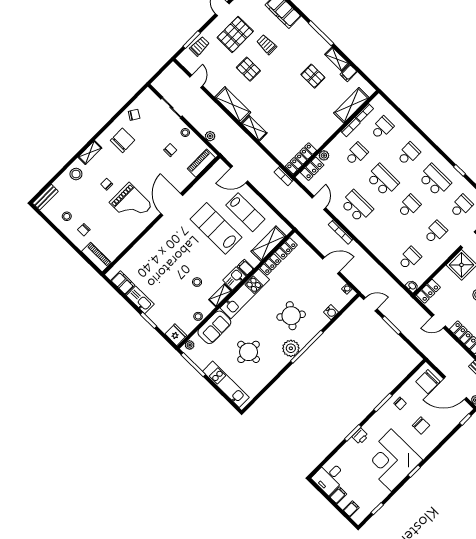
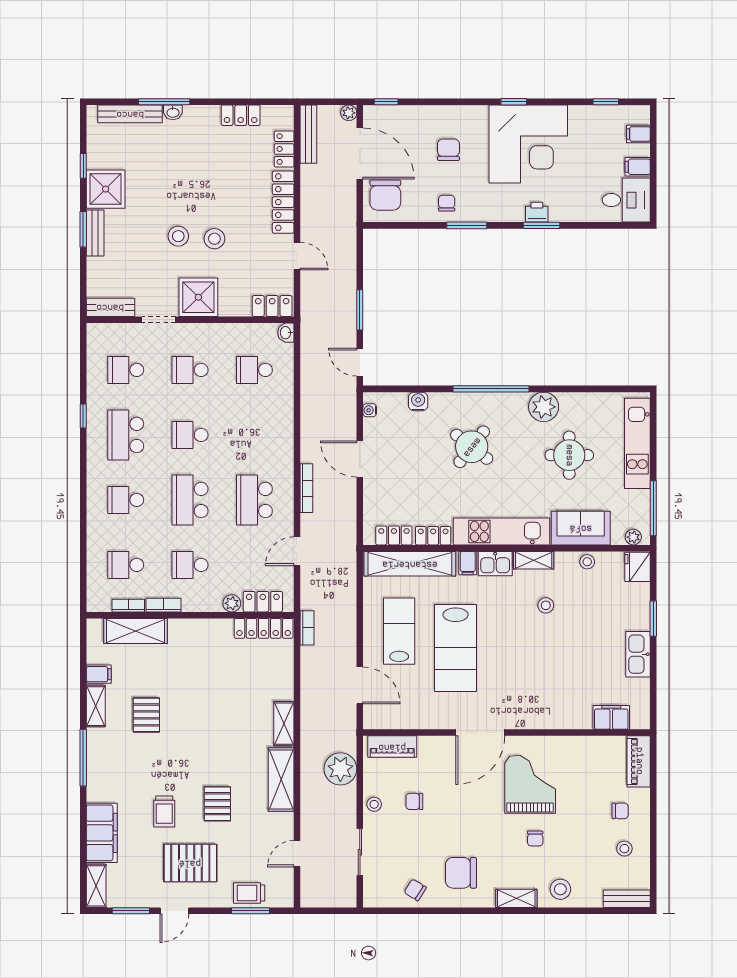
plant: (210, 136) -> (340, 769), width x1.88, depth x1.88
shelving: (268, 244) -> (410, 564), width x1.47
filing cabinet: (123, 283) -> (611, 717), moved, turned 90
plant: (291, 348) -> (544, 407), moved
chair: (428, 382) -> (385, 195), turned 90

